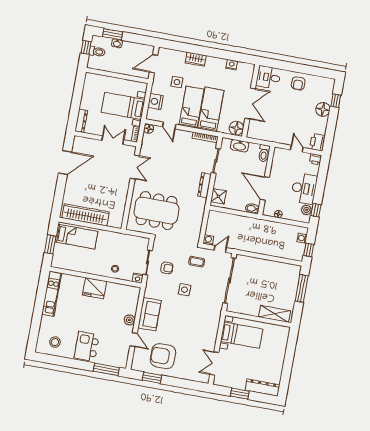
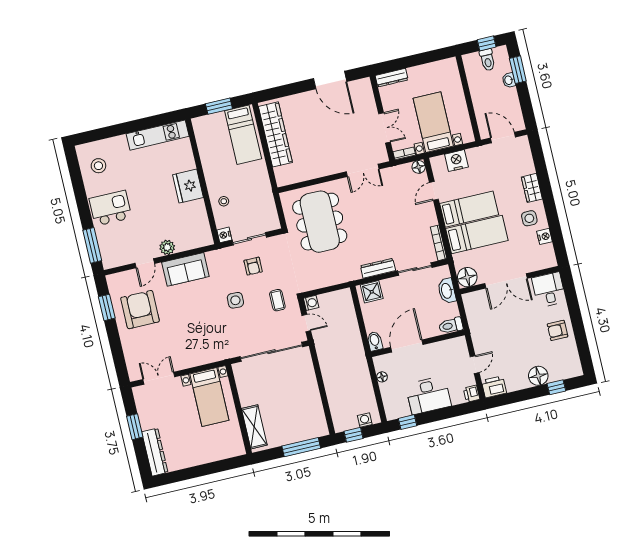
side table: (177, 82) -> (529, 218), moved
plant: (306, 210) -> (403, 410), removed

